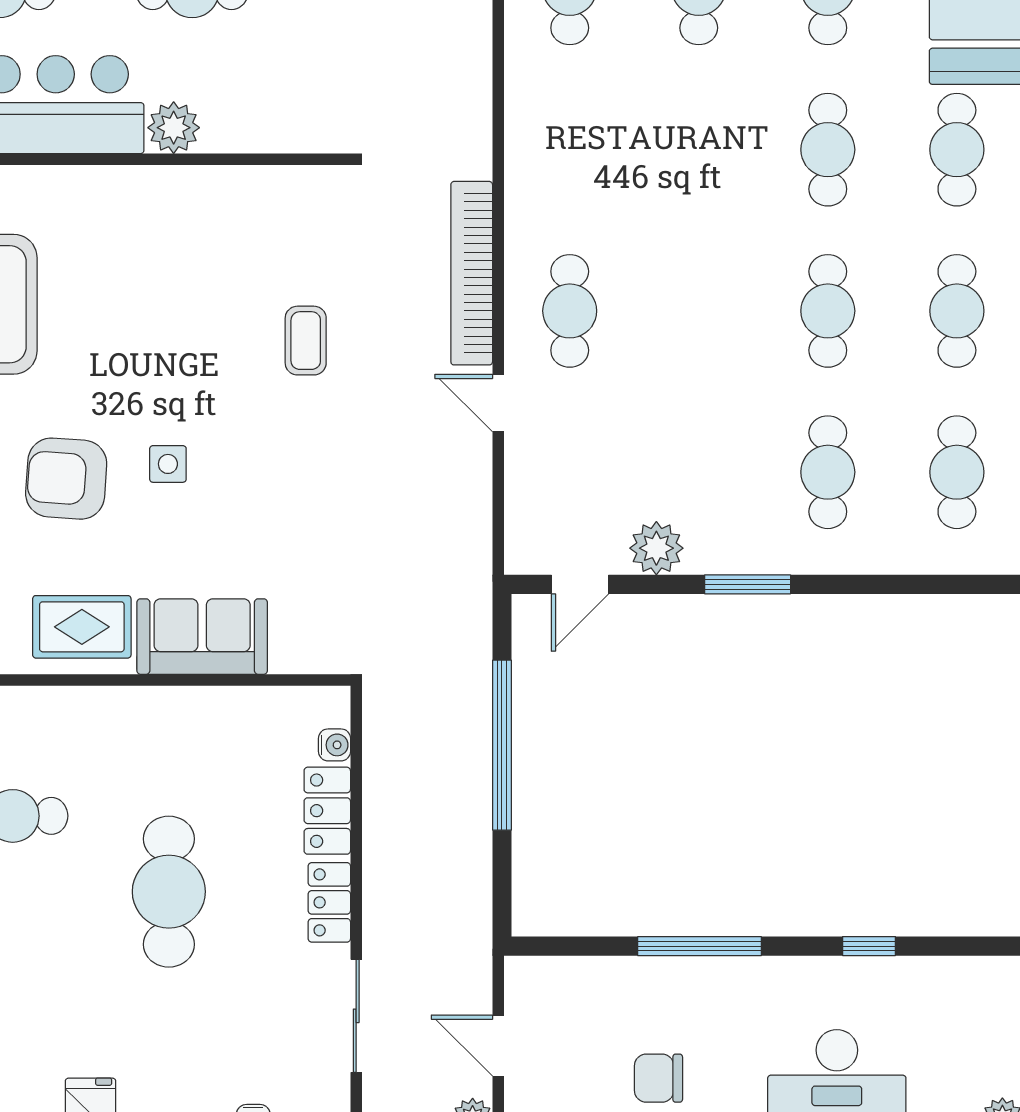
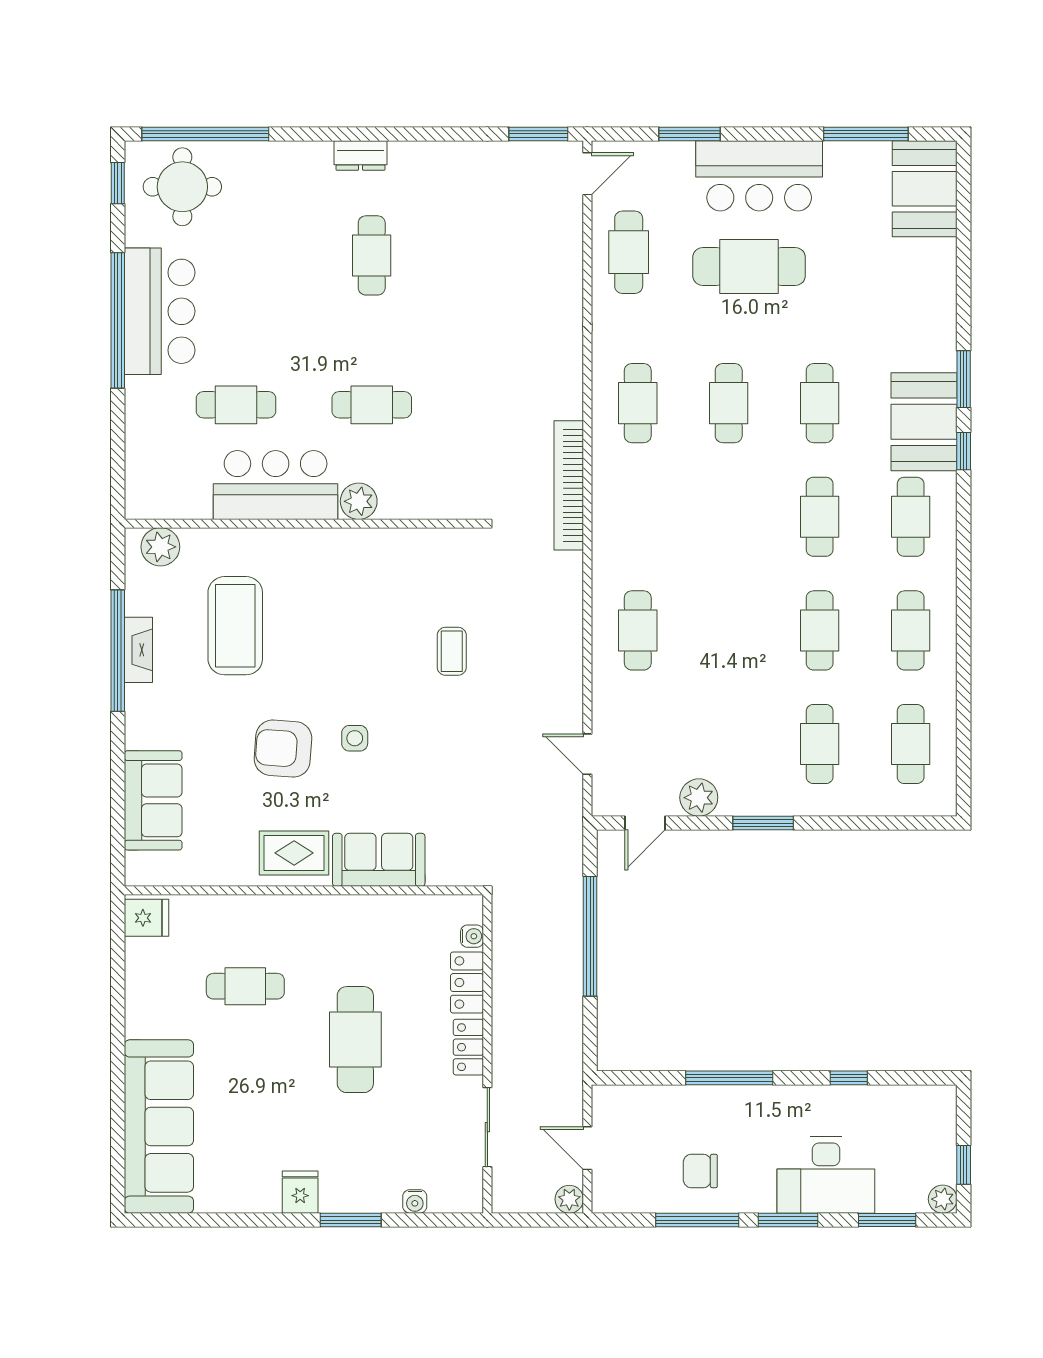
bookcase: (472, 273) -> (569, 485), moved
door: (498, 403) -> (587, 754), moved

